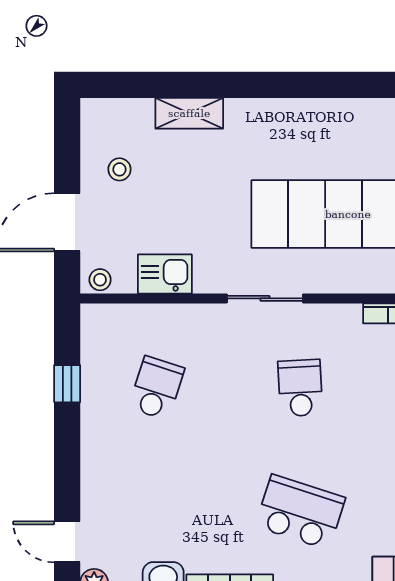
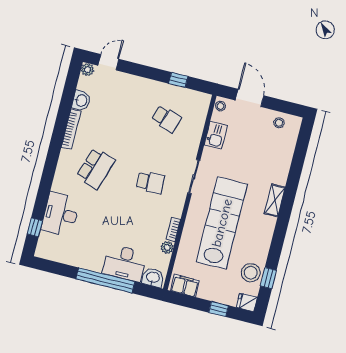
shelving: (189, 113) -> (275, 200), moved
stool: (119, 169) -> (279, 123), moved

